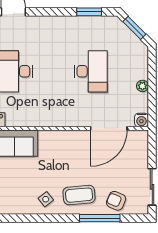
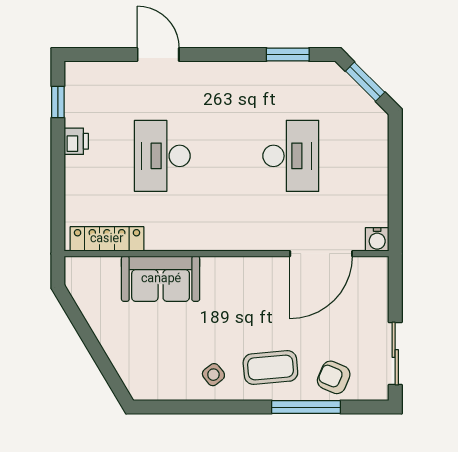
plant: (142, 86) -> (379, 181), removed

